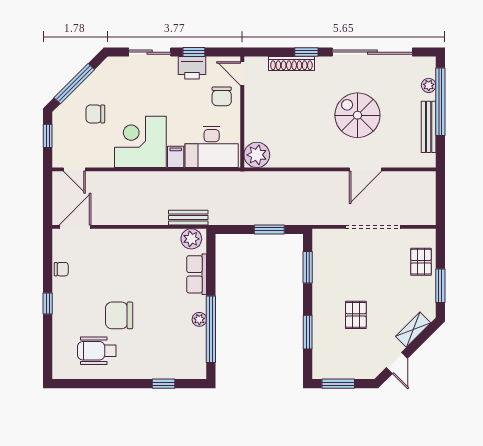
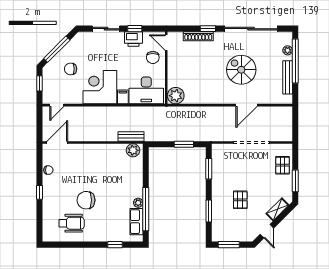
door: (74, 169) -> (57, 105), hinge flipped
row of seats: (197, 274) -> (136, 222), moved
wheelchair: (97, 351) -> (72, 223), turned 180

